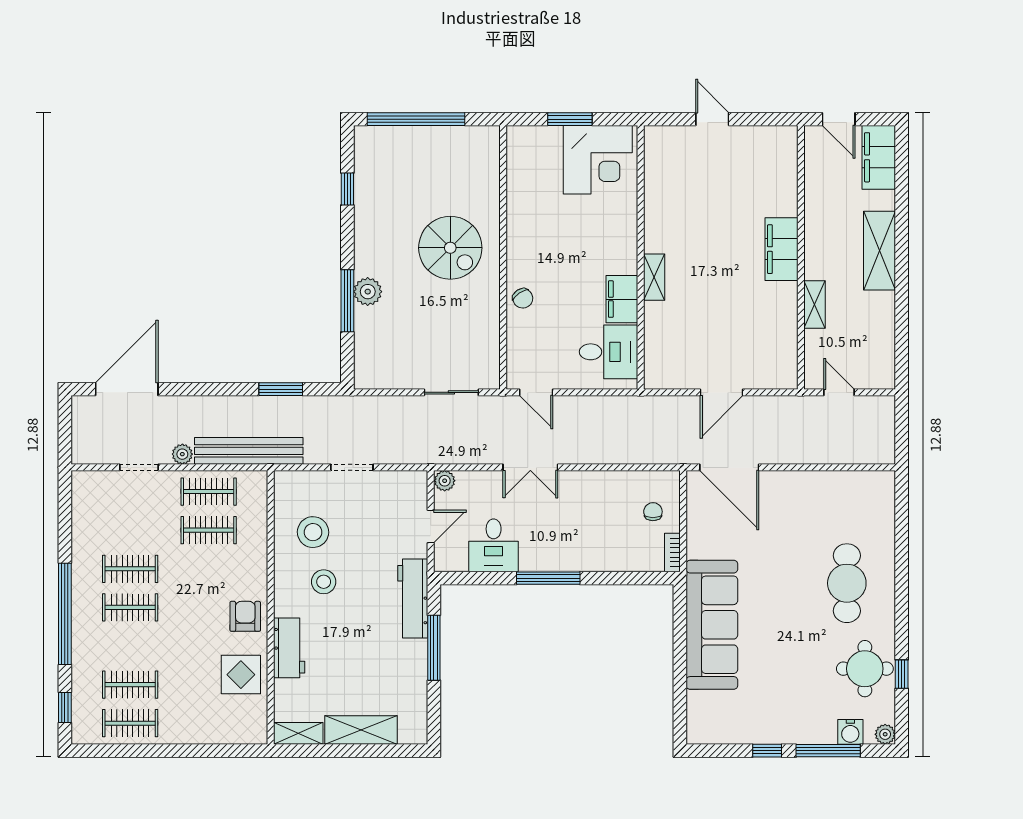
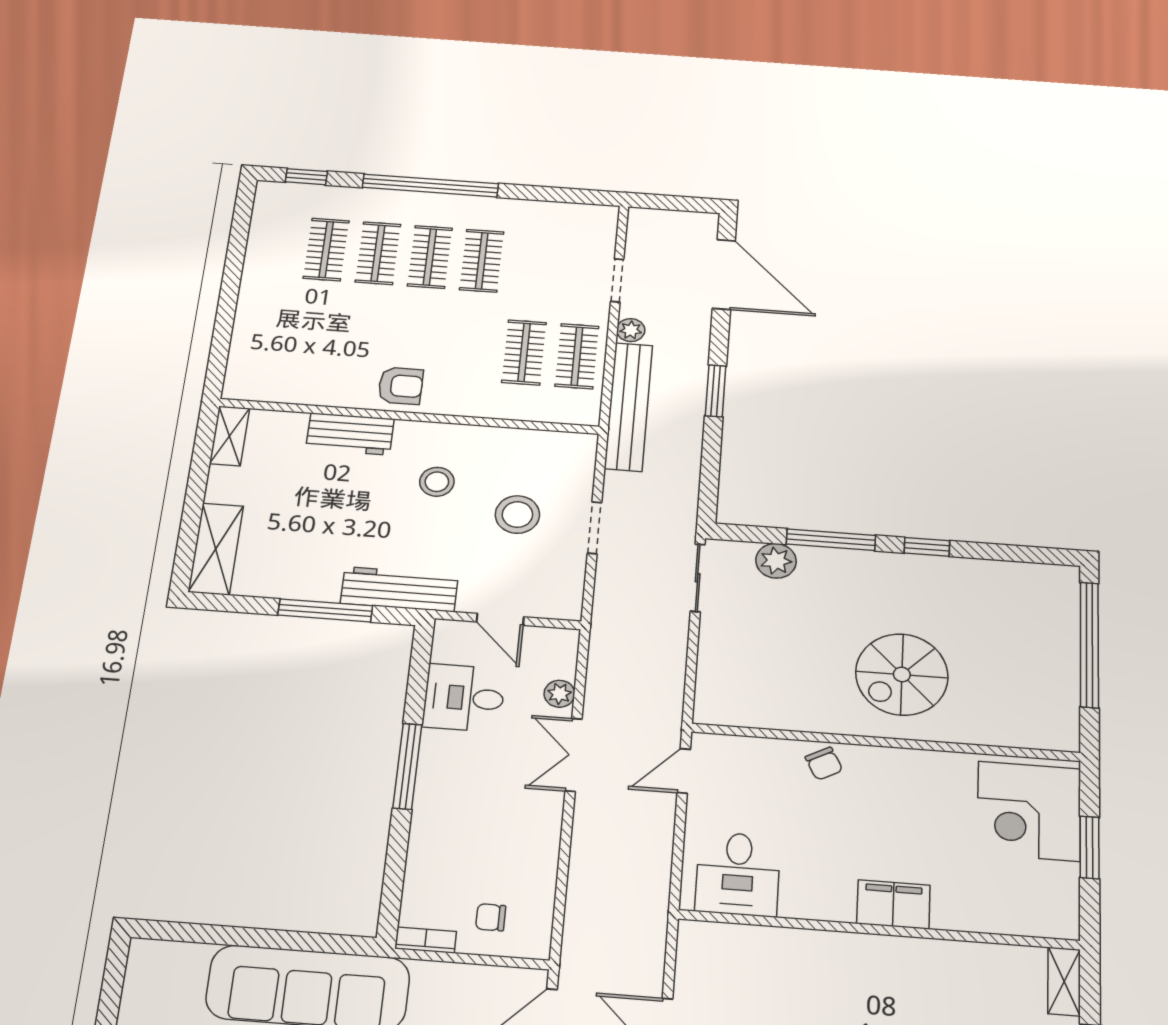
corner desk: (598, 160) -> (1029, 811), moved
window: (347, 189) -> (927, 547), moved
shelving: (654, 277) -> (1064, 981), moved, turned 90
plant: (368, 292) -> (776, 561), moved
chair: (523, 298) -> (824, 764), turned -84
filing cabinet: (622, 299) -> (893, 904), moved
window: (281, 389) -> (716, 391), moved
sliding door: (451, 392) -> (698, 578), moved
plant: (445, 481) -> (559, 694), moved
chair: (653, 512) -> (491, 917), turned 180
stool: (313, 532) -> (517, 515), moved
display table: (241, 675) -> (321, 375), removed
clothes rail: (130, 723) -> (378, 253), moved
shelving: (361, 730) -> (216, 549), moved

